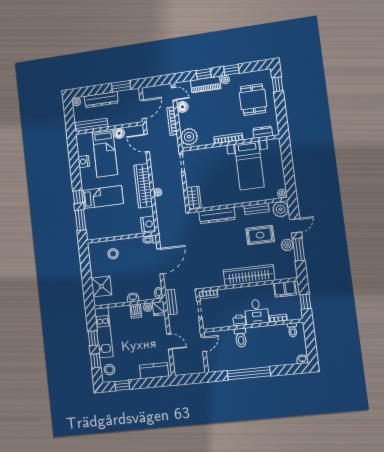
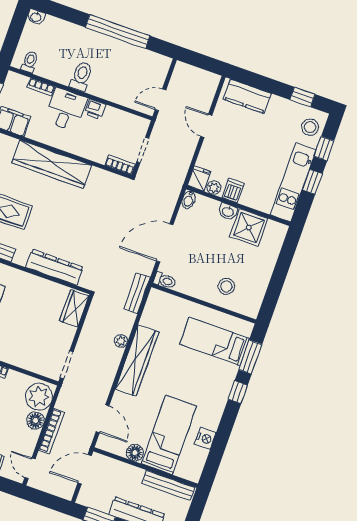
floor lamp: (182, 107) -> (35, 420), moved
bed: (102, 197) -> (214, 341), moved
nightstand: (148, 224) -> (157, 303), removed
shower: (101, 286) -> (249, 228), moved
bench: (171, 302) -> (137, 293), moved
toilet: (241, 338) -> (81, 76), moved

